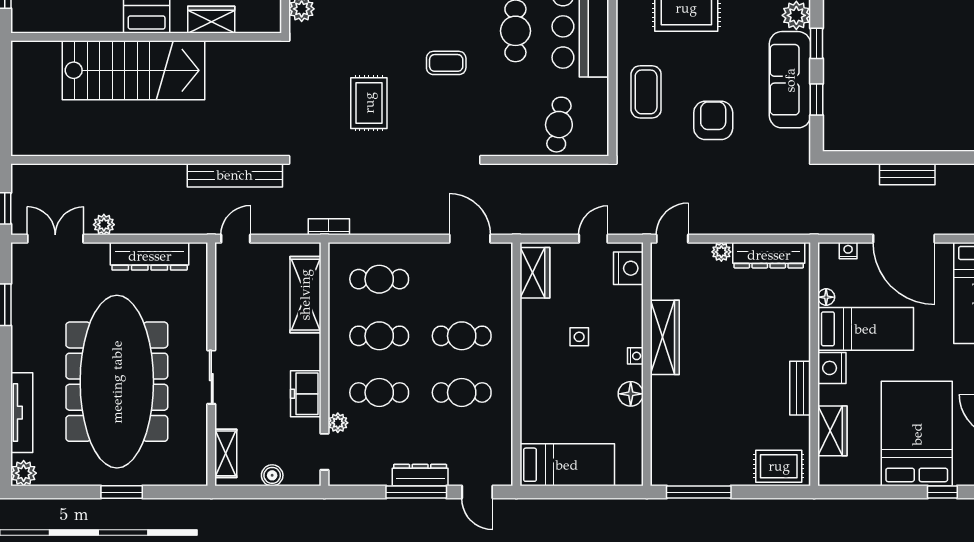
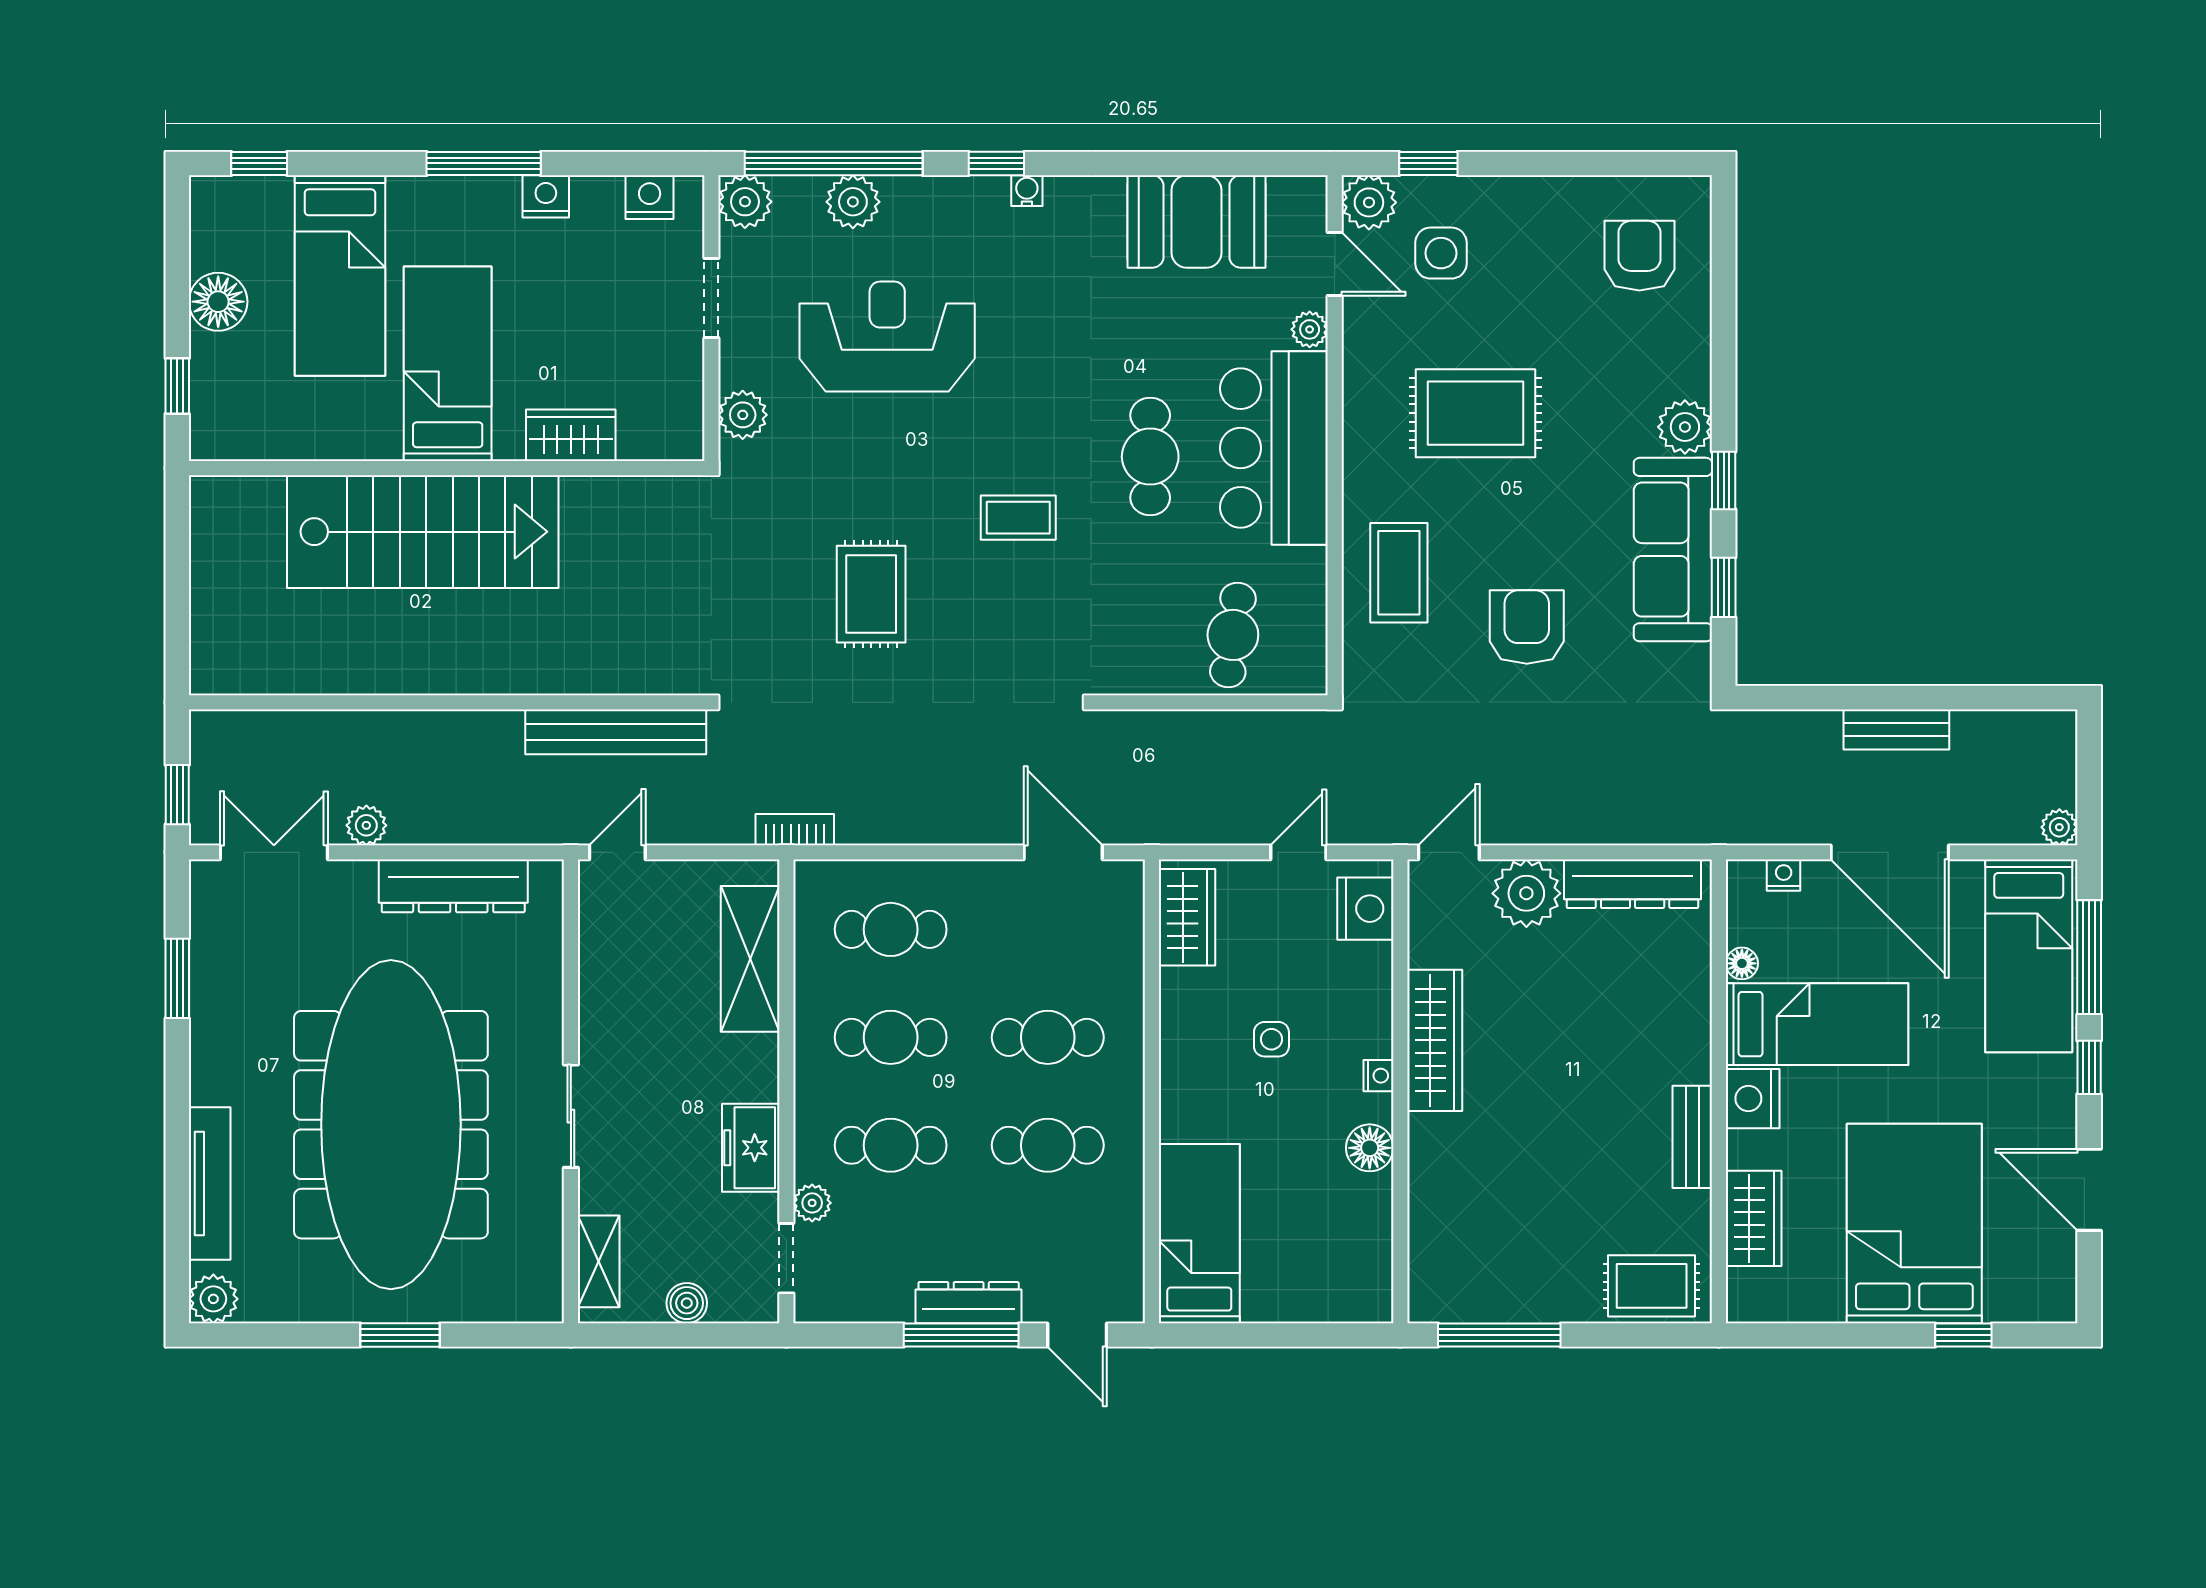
plant: (721, 252) -> (1526, 893), width x1.88, depth x1.88
bed: (567, 465) -> (1199, 1234), moved, turned -90

